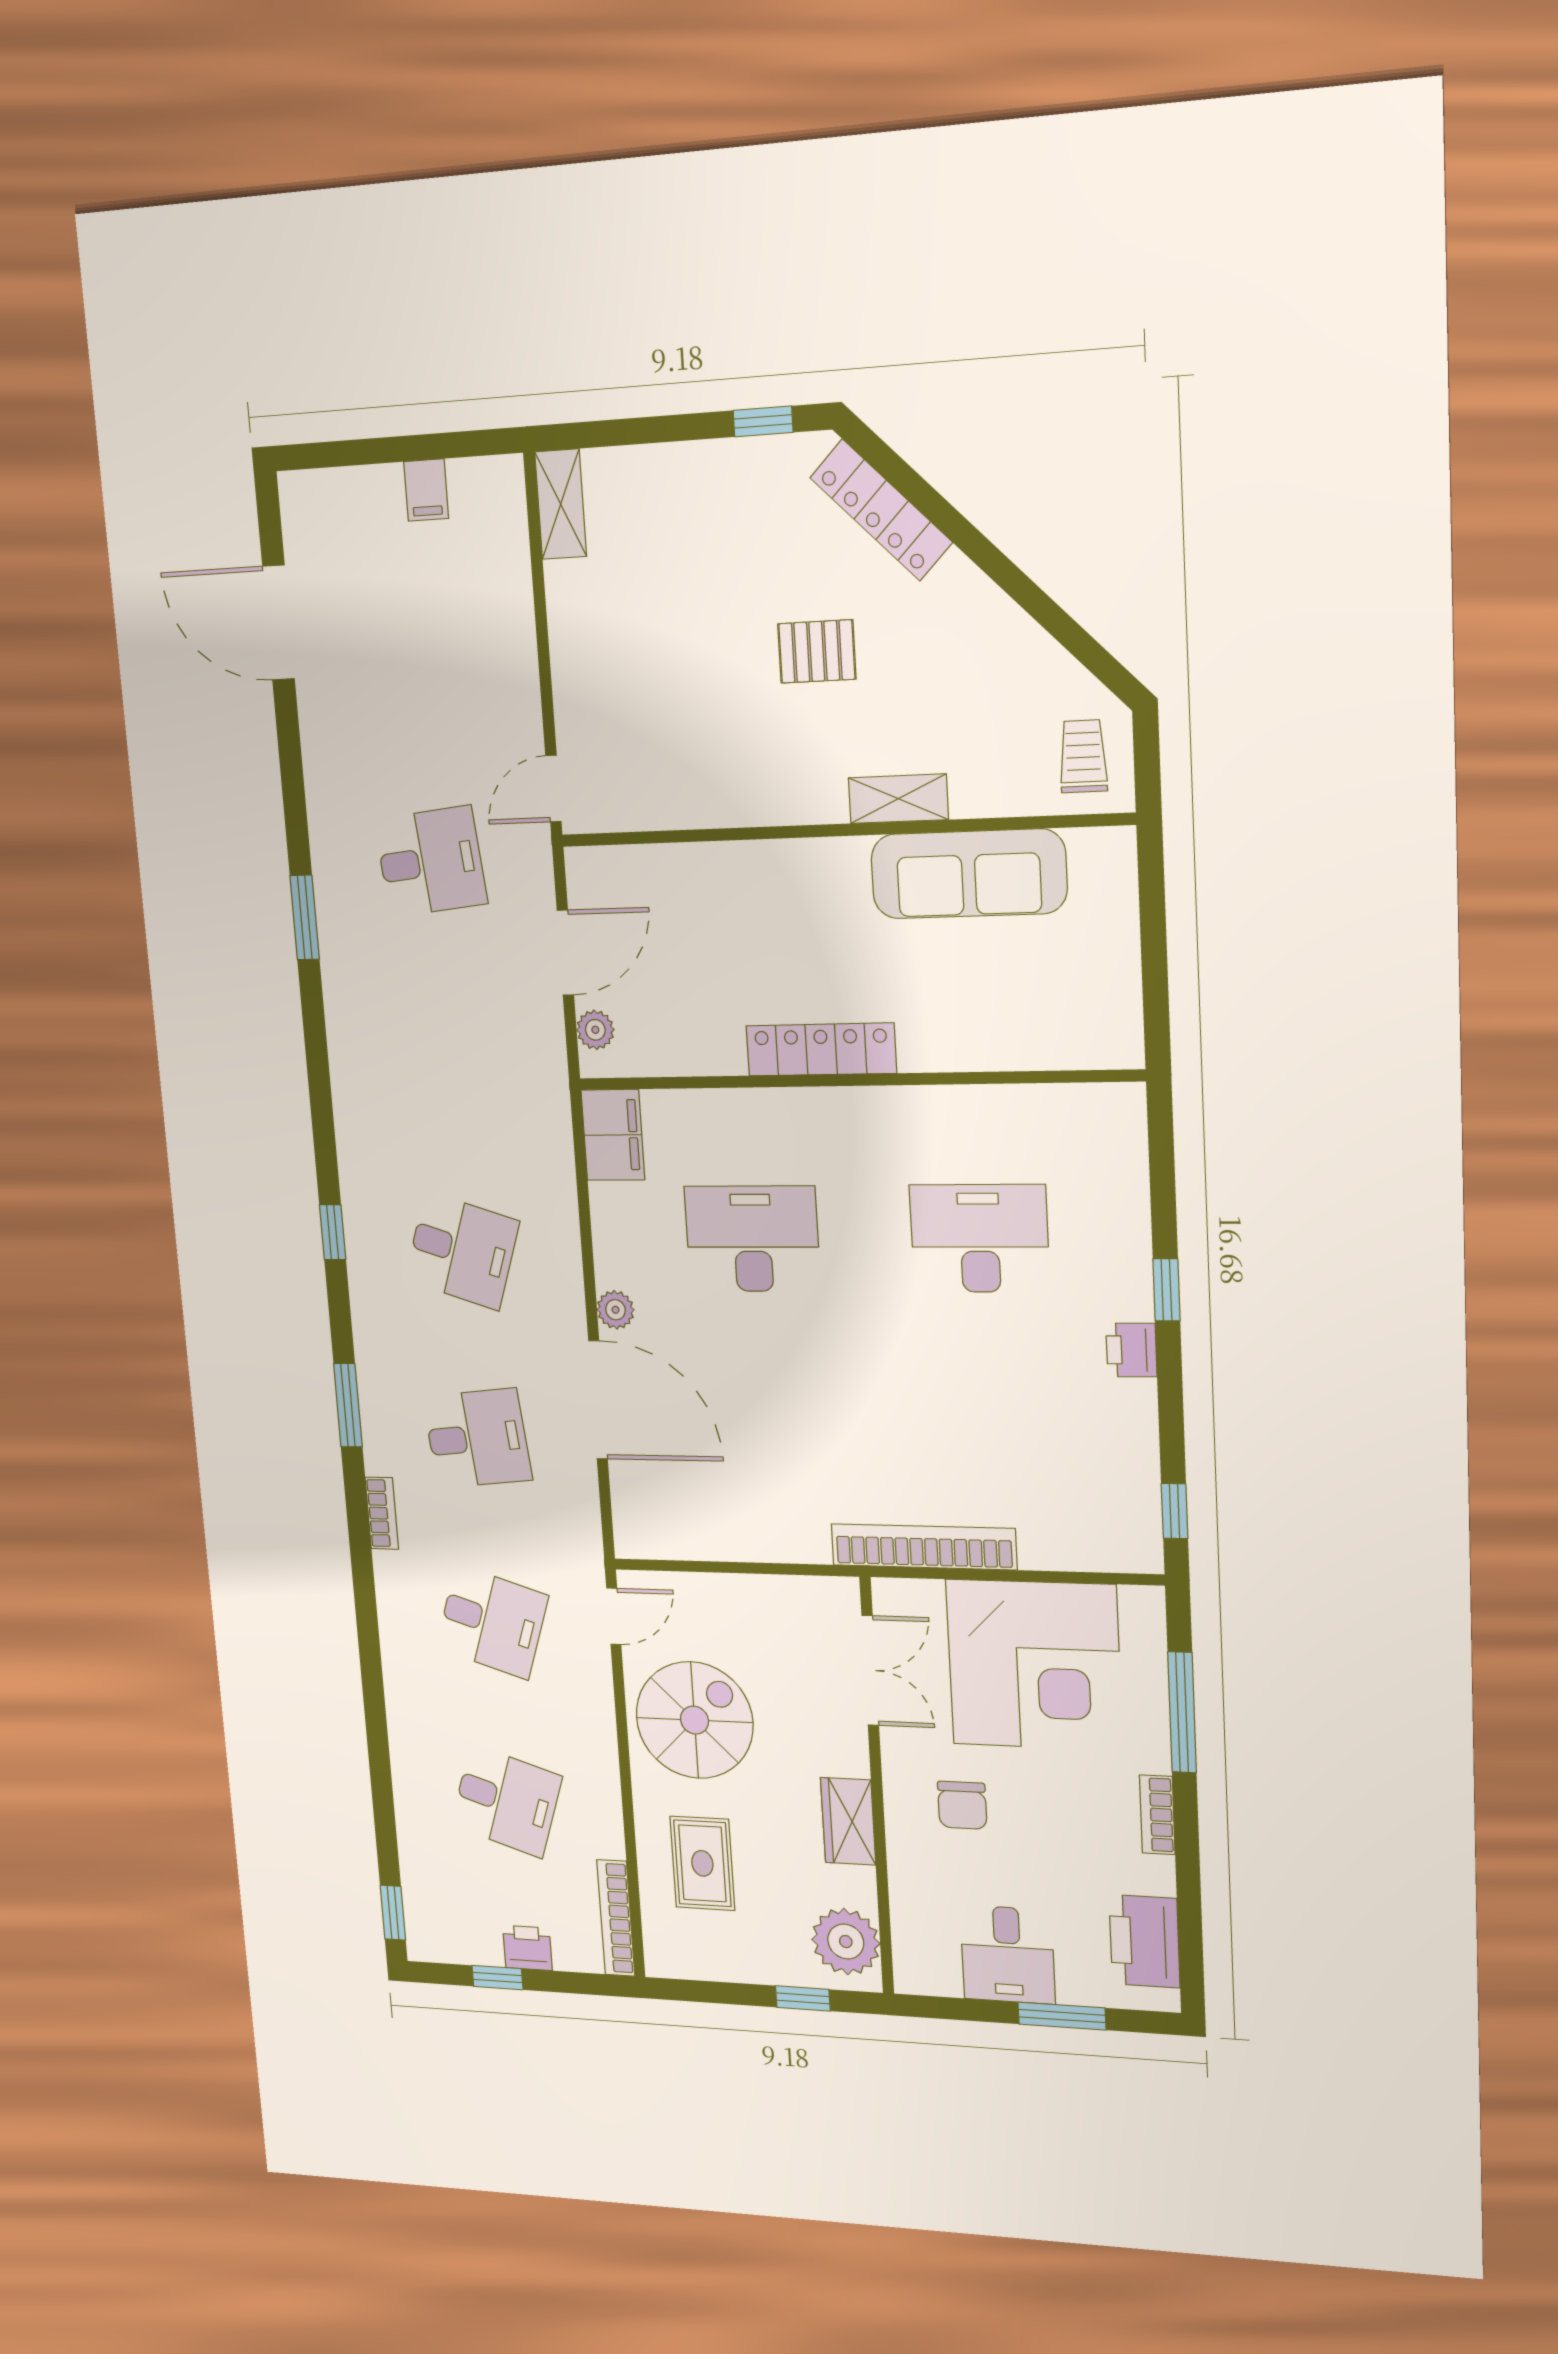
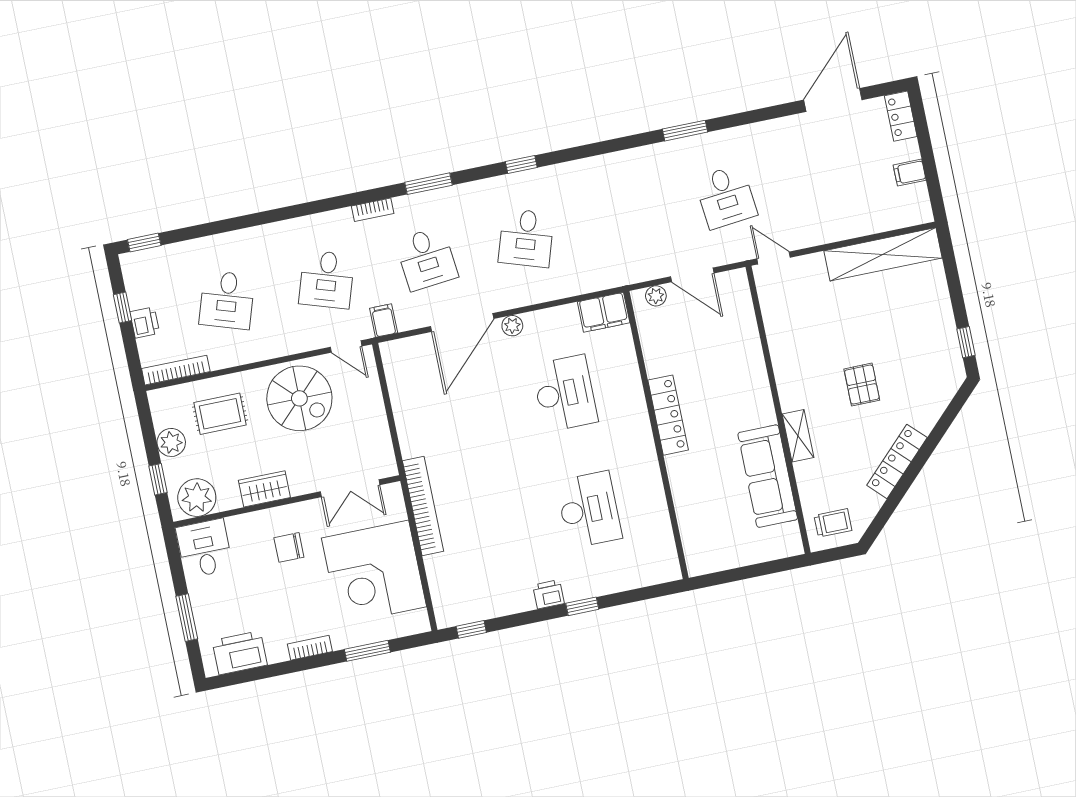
locker: (321, 492) -> (901, 116), added
shelving: (561, 504) -> (883, 254), width x2.20, depth x1.33
locker: (881, 510) -> (897, 461), moved
filing cabinet: (576, 1539) -> (384, 321), added
window: (1182, 1712) -> (367, 651), width x0.69
desk: (1008, 1955) -> (204, 548), moved, turned 90
plant: (741, 1959) -> (171, 442), added

